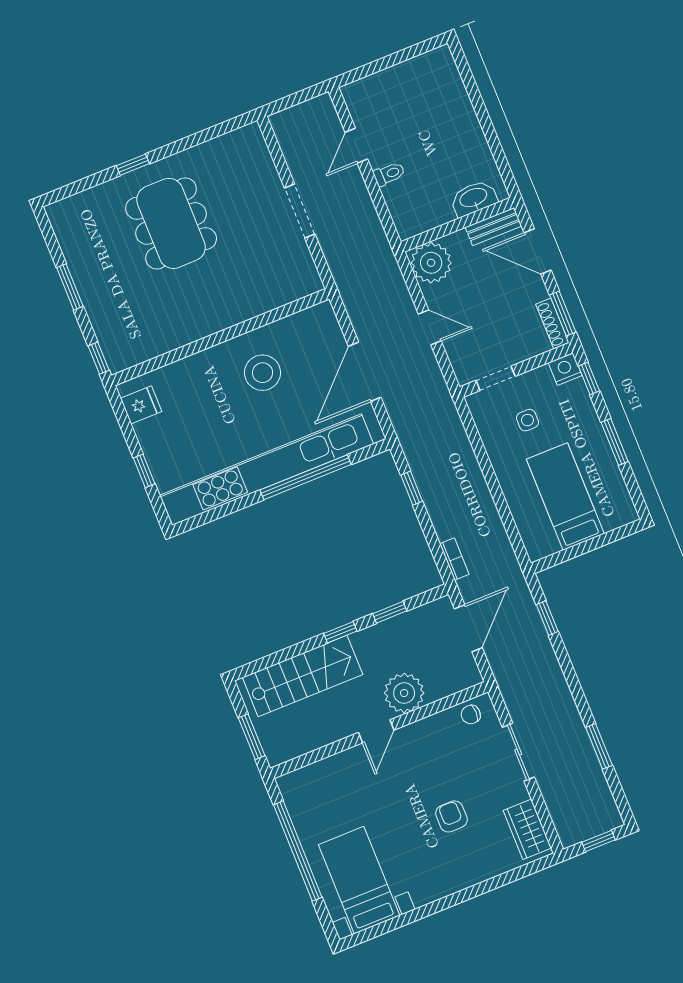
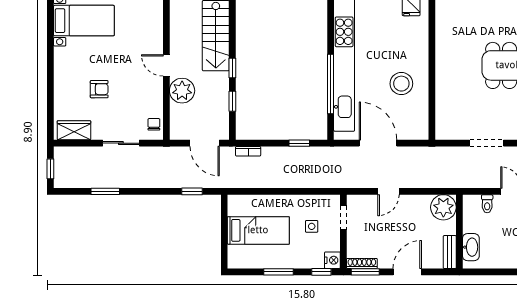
washbasin: (474, 198) -> (471, 247), moved
wall: (458, 225) -> (459, 232), moved
bench: (493, 227) -> (450, 252), moved
plant: (431, 263) -> (443, 207), moved

